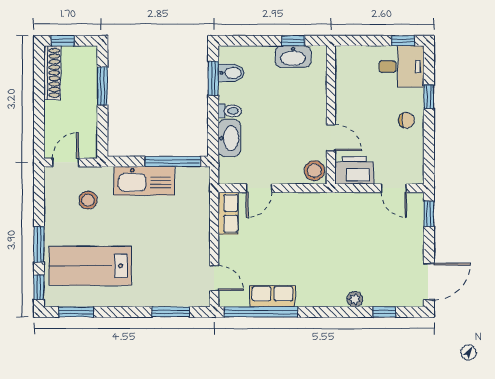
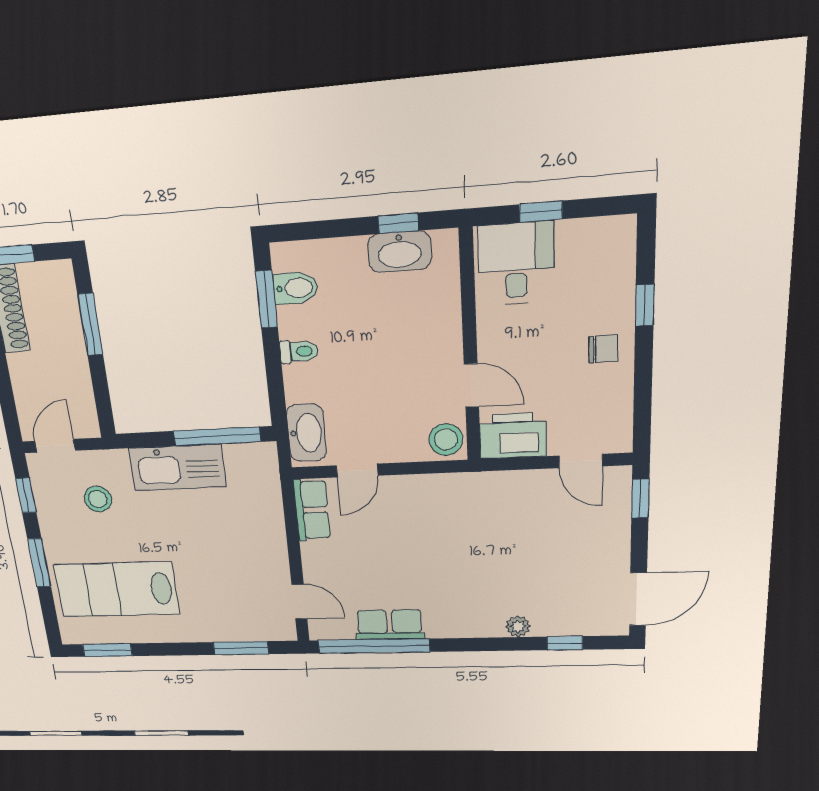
window: (403, 41) -> (541, 212), moved
desk: (401, 67) -> (516, 264), moved, turned -90
washbasin: (229, 138) -> (306, 433), moved
window: (39, 287) -> (26, 495), moved

